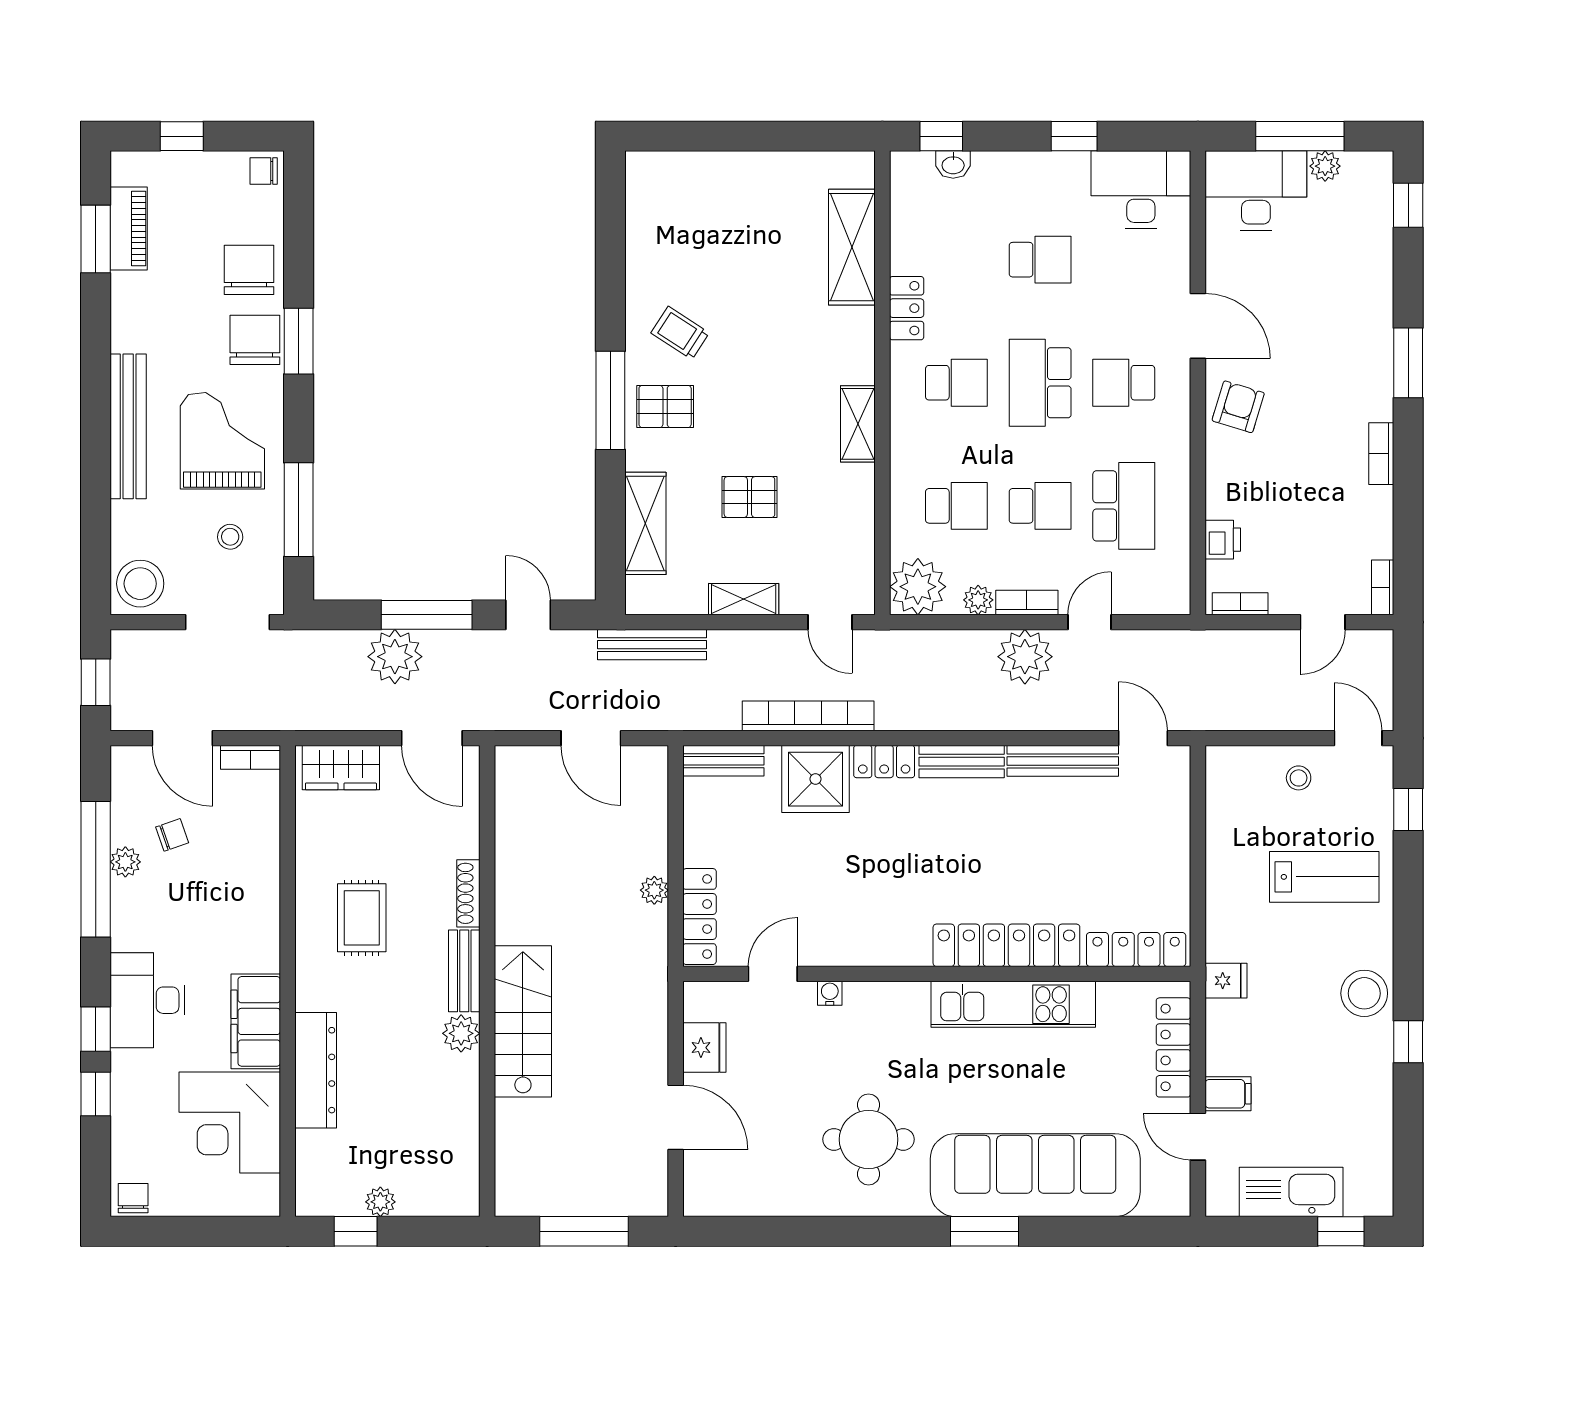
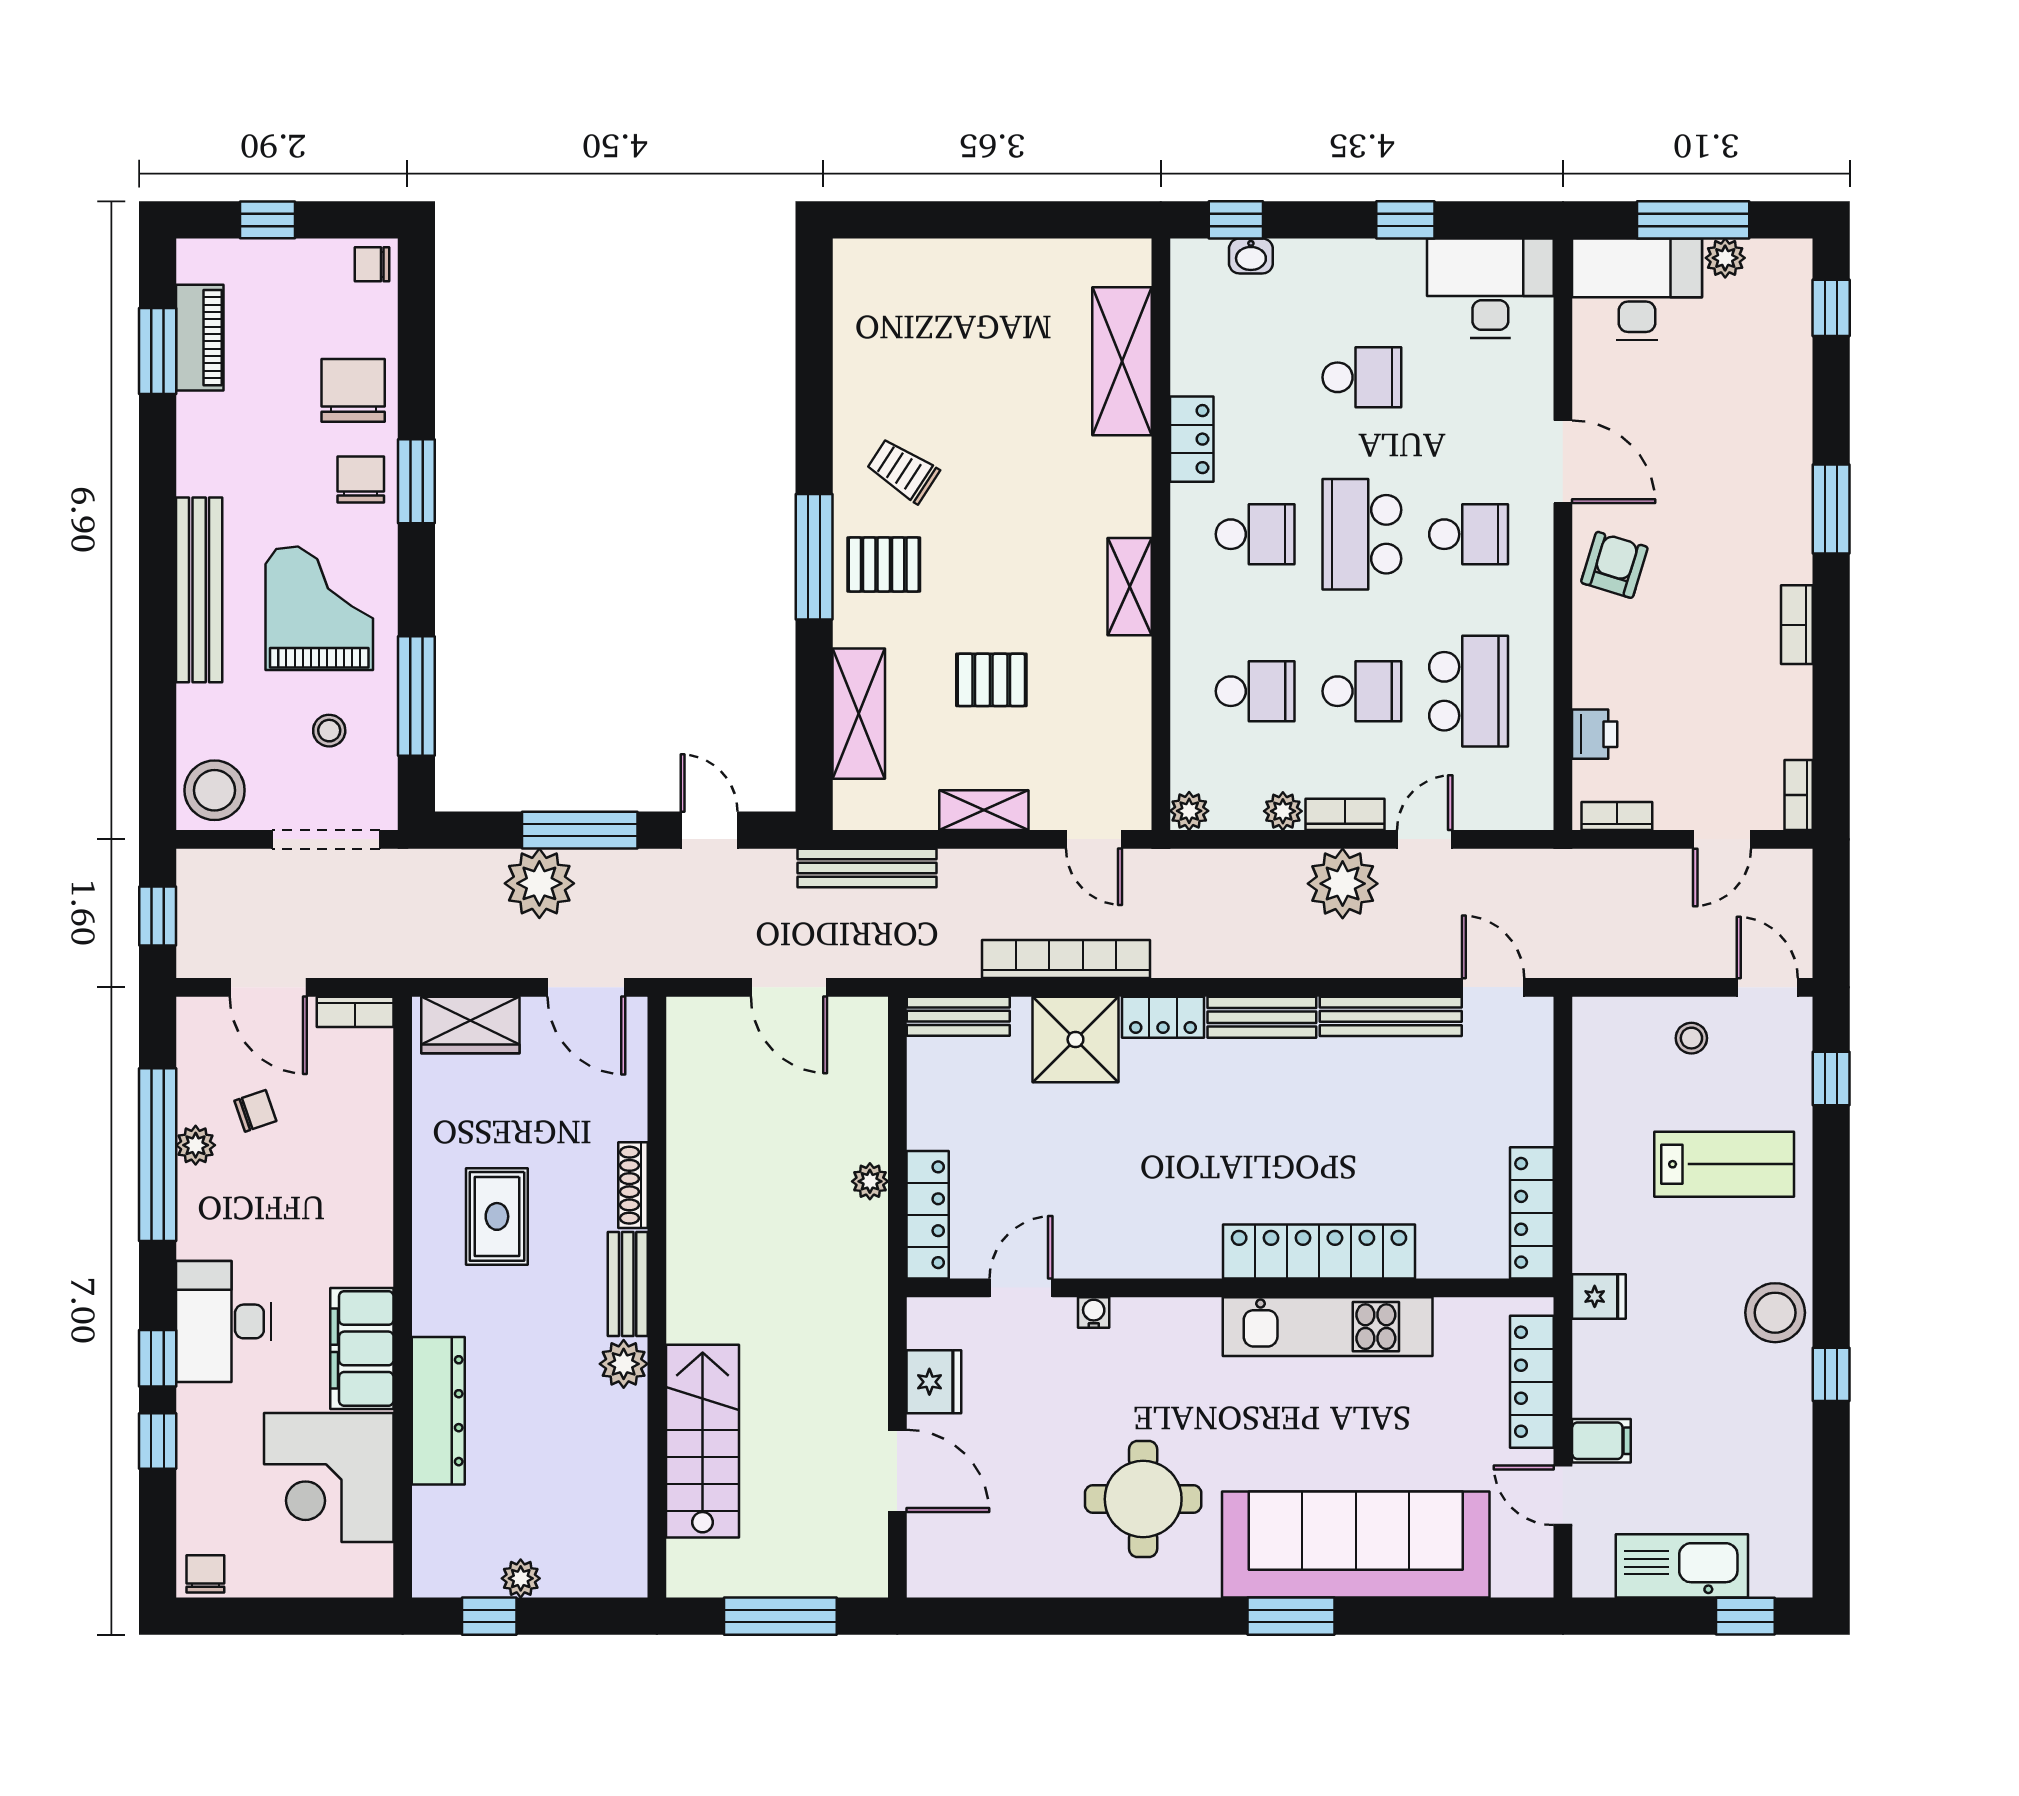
chair: (255, 340) -> (361, 480), width x0.73, depth x0.73
school desk: (1124, 383) -> (1469, 534), turned 180
plant: (918, 587) -> (1189, 811), width x0.53, depth x0.53
locker: (1136, 949) -> (1532, 1213), moved, turned -90
stairs: (523, 1021) -> (703, 1441), moved

